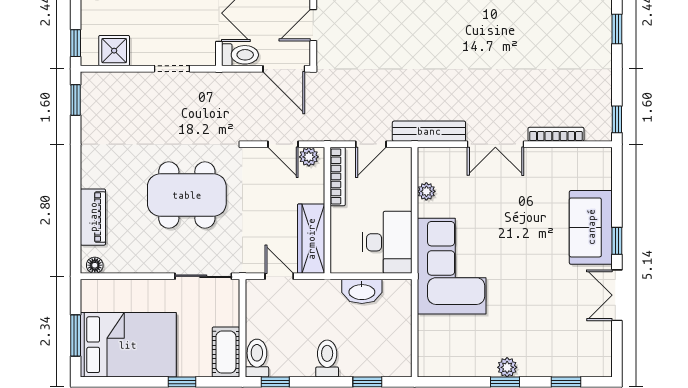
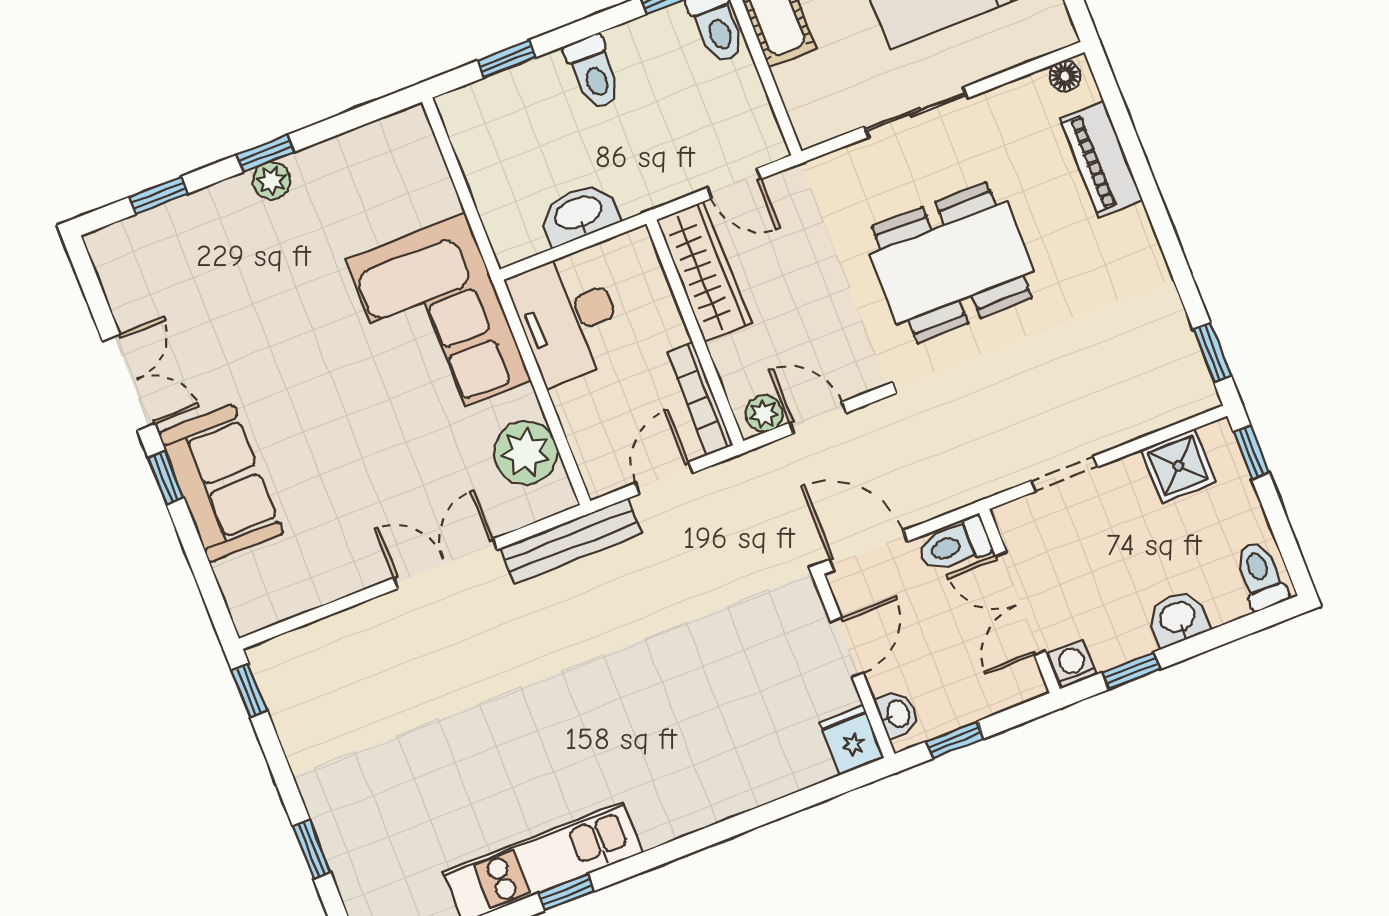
bookcase: (556, 134) -> (346, 623), removed
plant: (426, 191) -> (526, 453), width x1.88, depth x1.88
sliding door: (203, 276) -> (916, 112), moved

